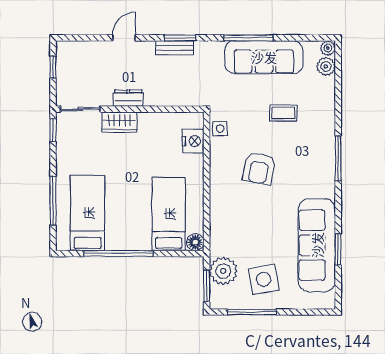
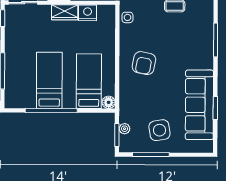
wardrobe: (119, 122) -> (65, 12), moved
nightstand: (193, 141) -> (88, 13), moved, turned -90
armchair: (259, 168) -> (144, 63), moved
bed: (88, 213) -> (49, 80), moved
plant: (223, 271) -> (125, 129), width x0.53, depth x0.53

